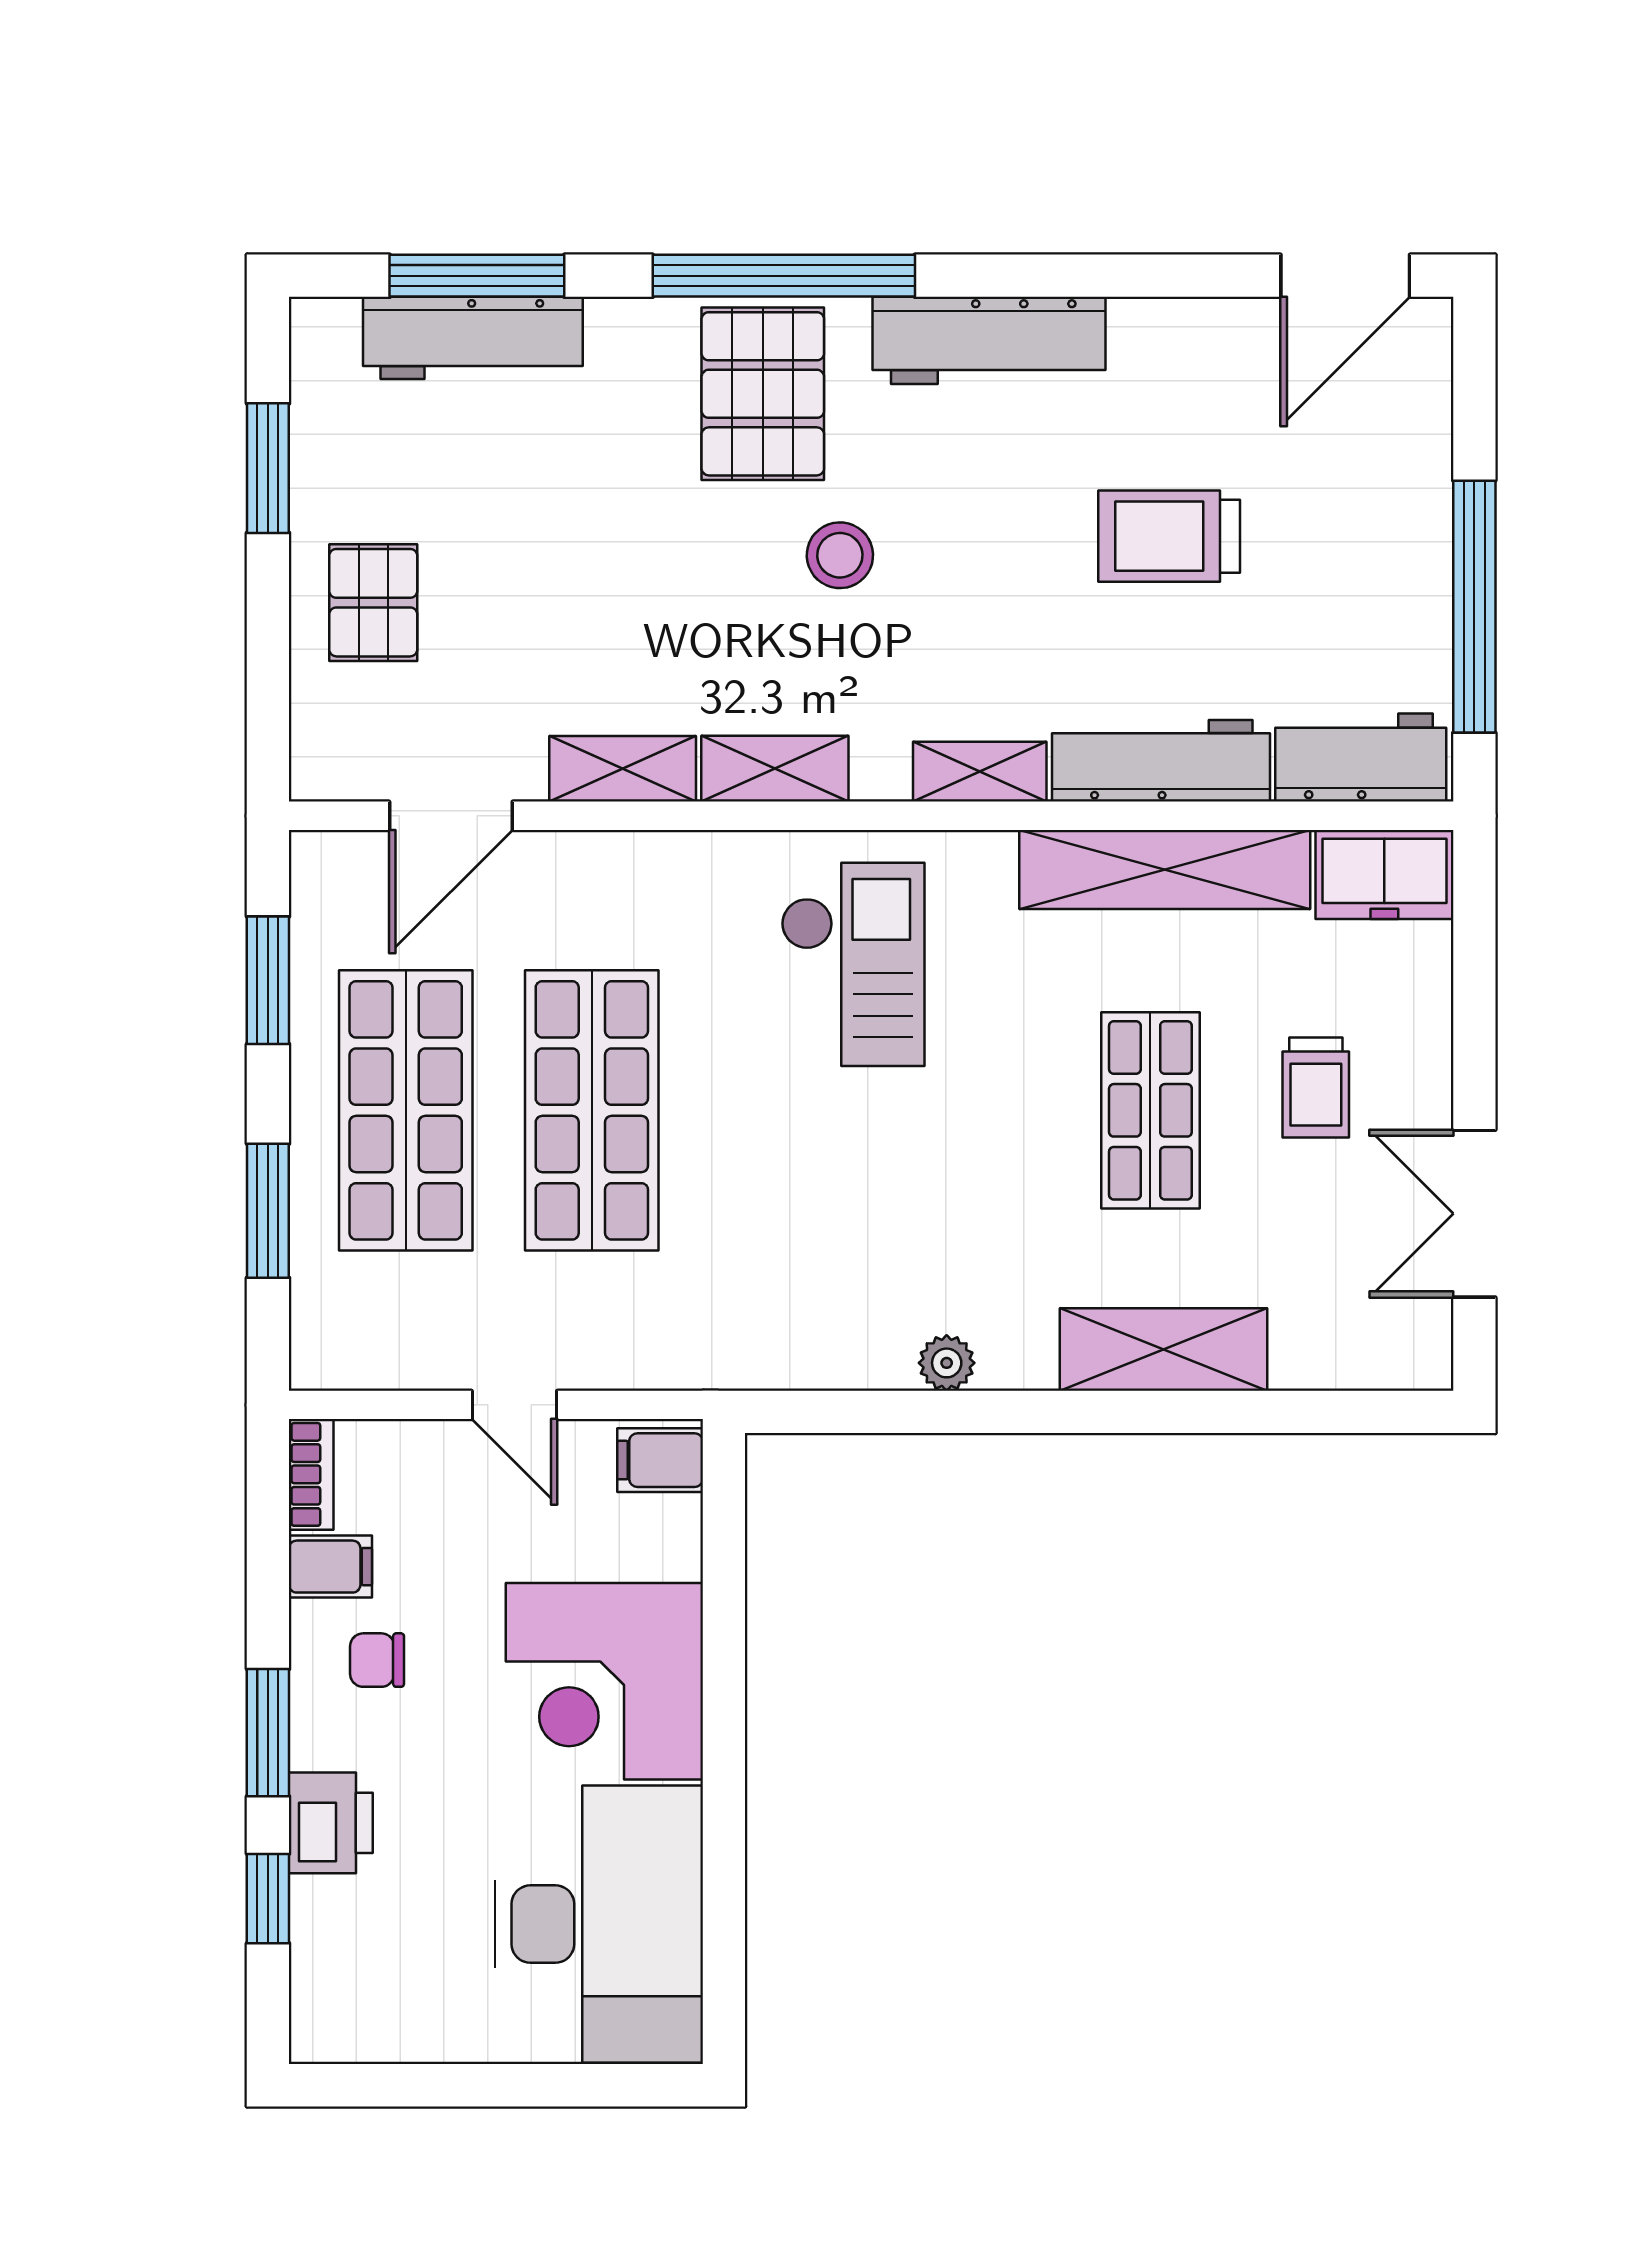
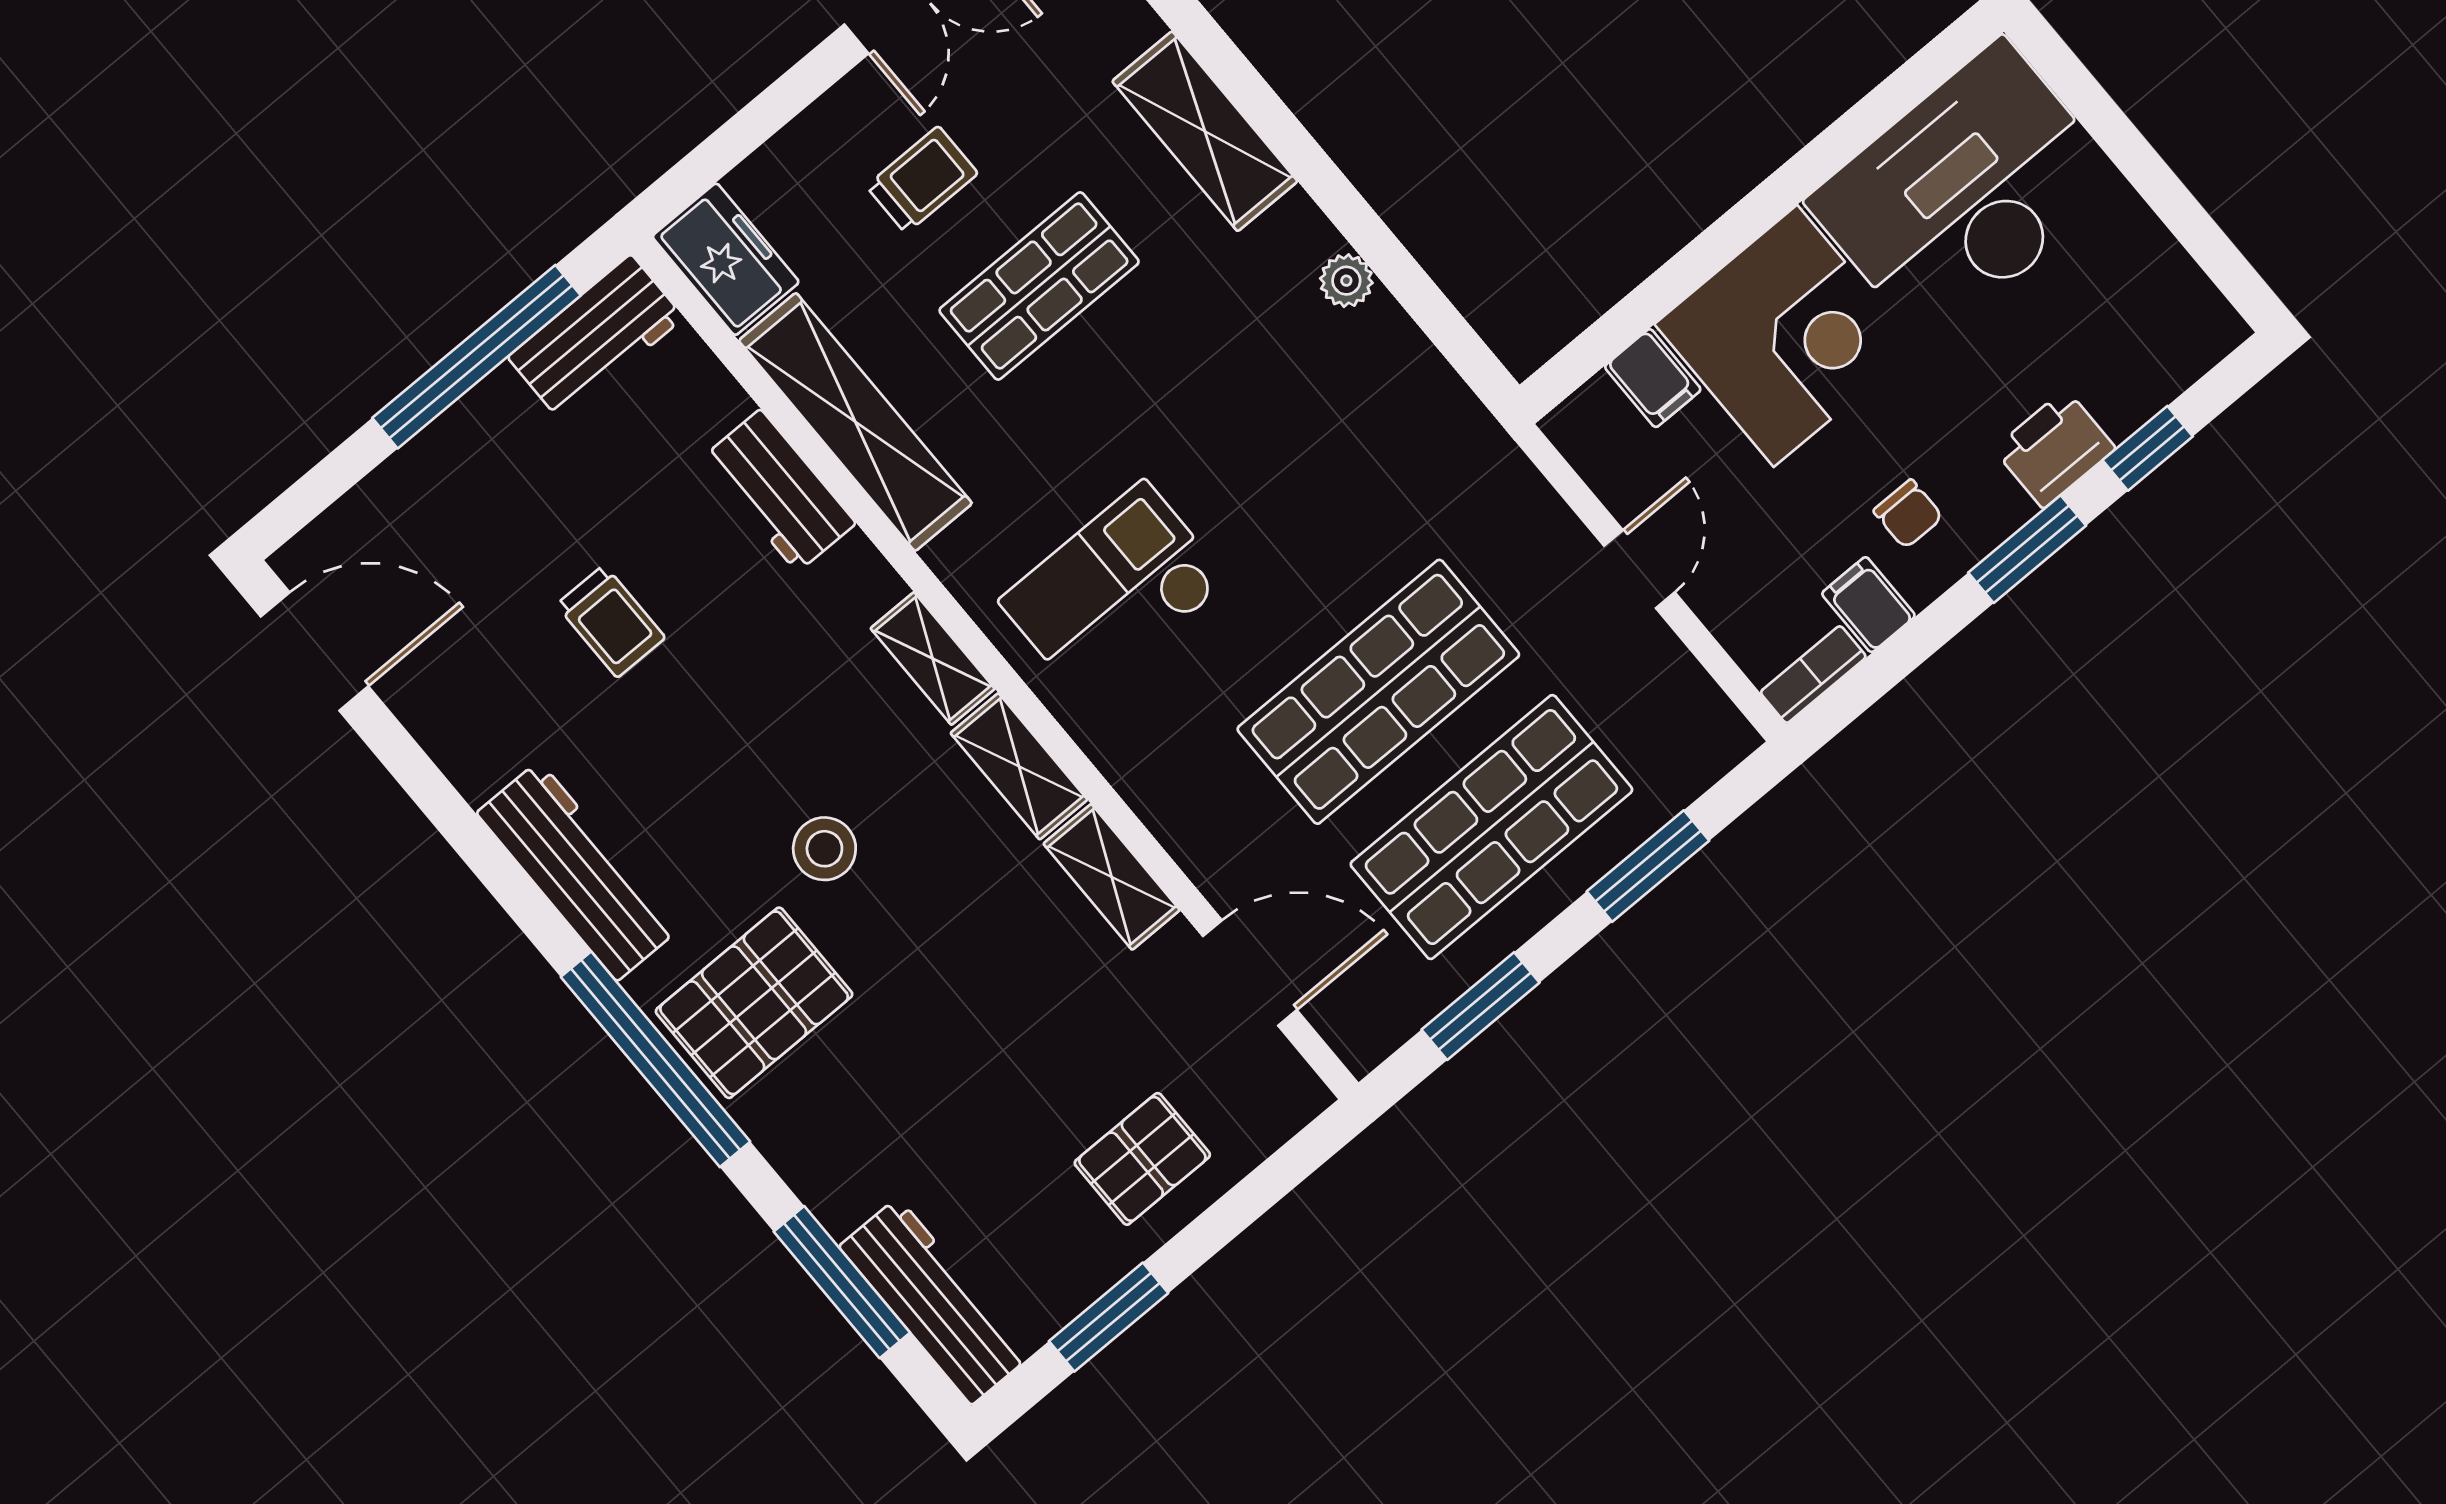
workbench: (473, 338) -> (935, 1301), moved
trolley: (1169, 536) -> (611, 621), width x0.73, depth x0.72
workbench: (1361, 758) -> (596, 337), moved, turned -90
workbench: (1161, 761) -> (779, 491), width x0.73
shelving: (980, 772) -> (933, 659), moved
filing cabinet: (660, 1460) -> (1653, 378), moved

